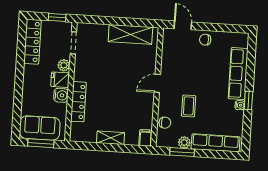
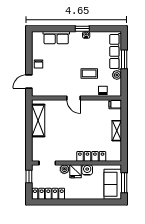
row of seats: (238, 74) -> (56, 38), width x0.68
window: (182, 152) -> (124, 59), moved

